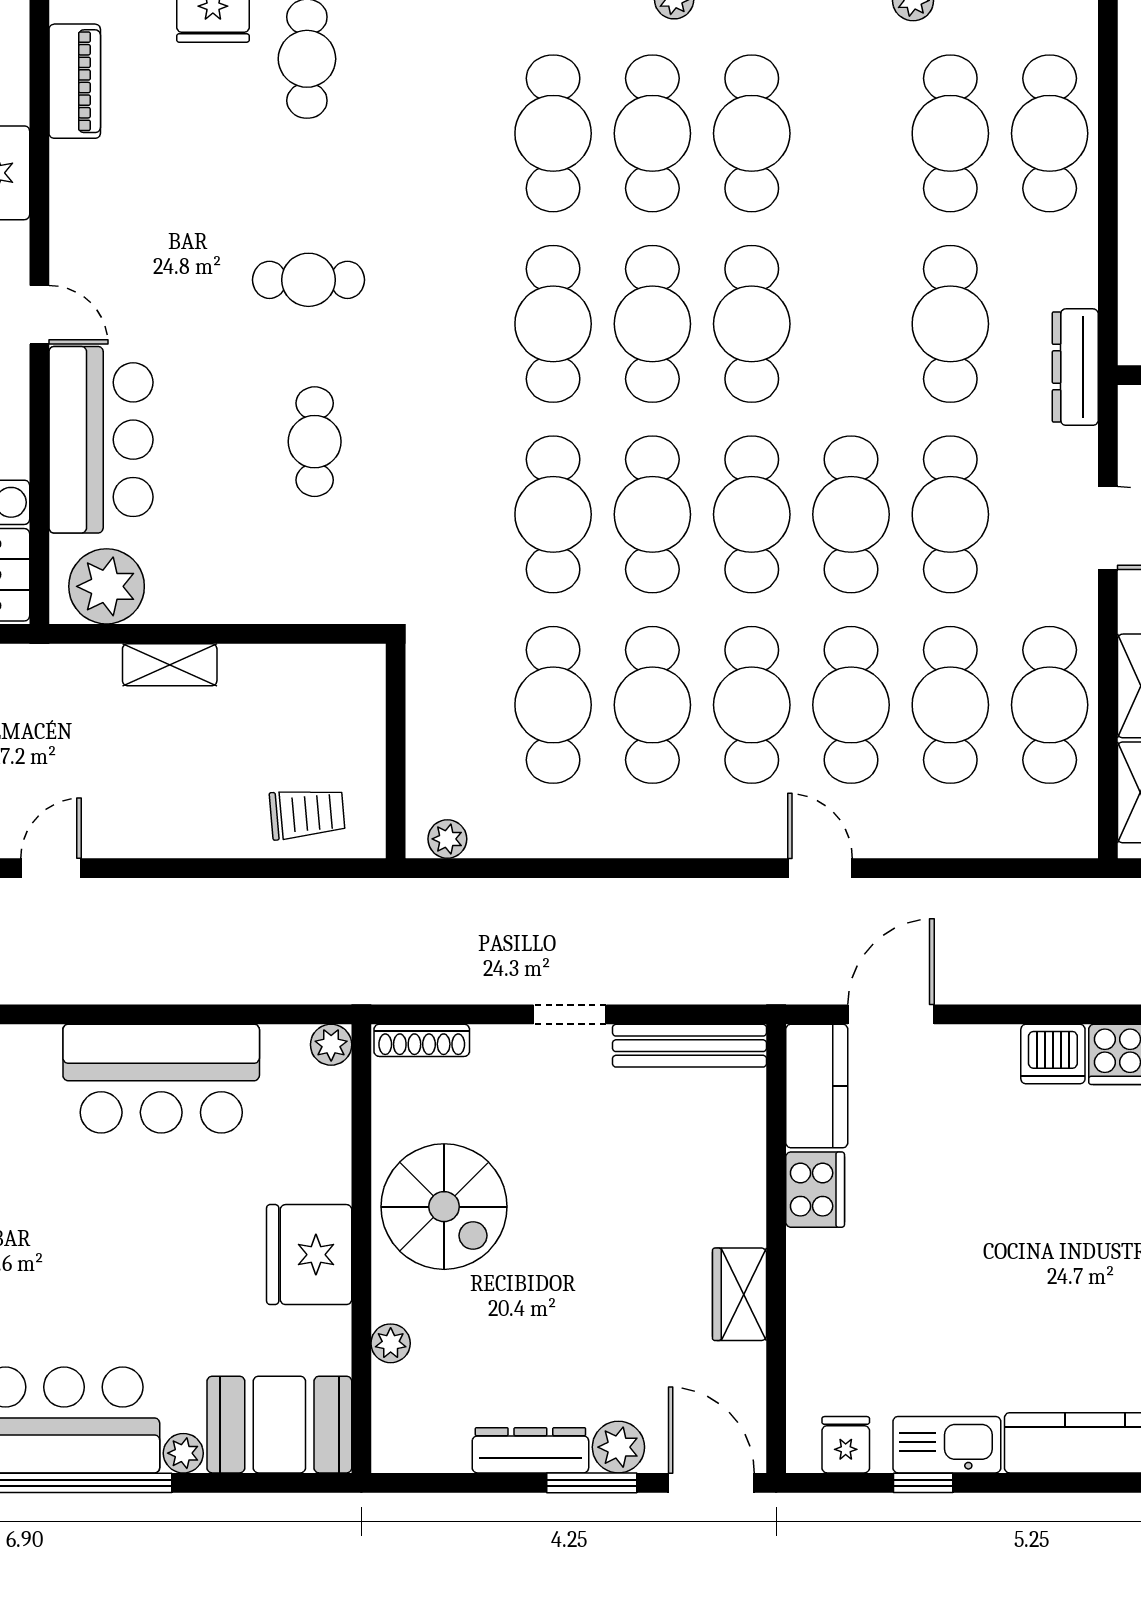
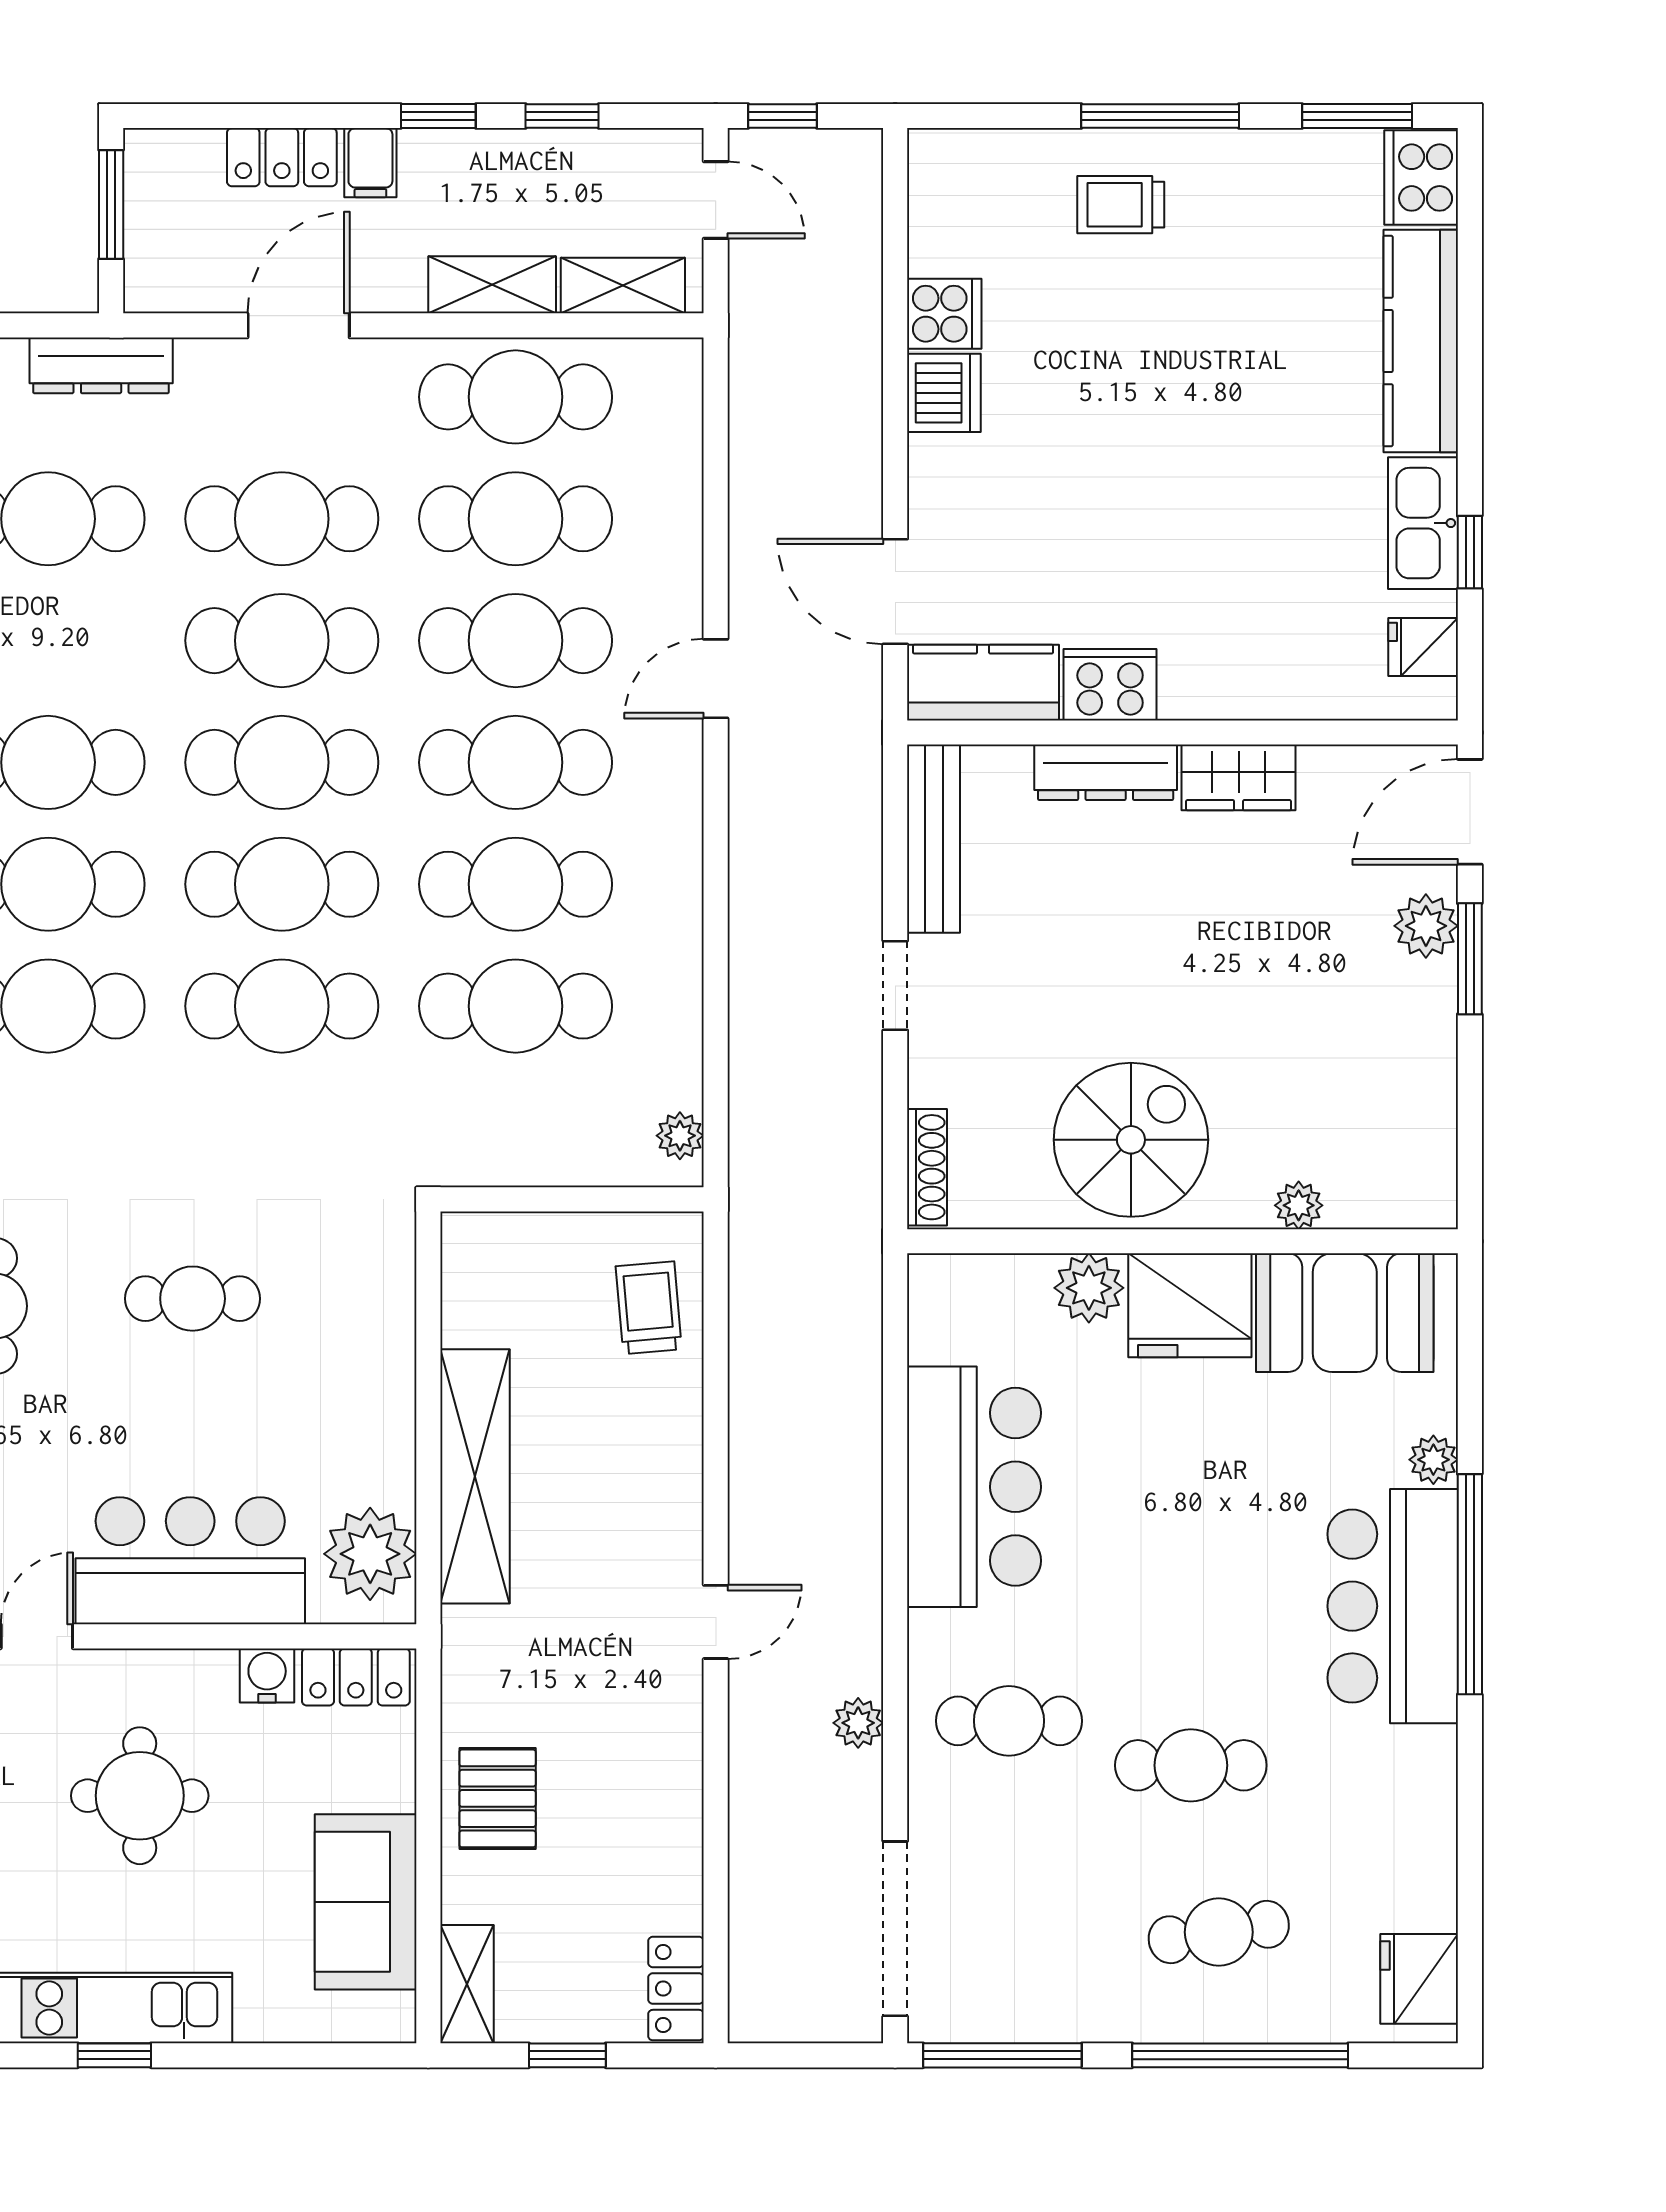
shelving: (170, 665) -> (475, 1476), width x2.20, depth x1.33
door: (51, 868) -> (716, 1622), swing flipped
plant: (331, 1045) -> (1089, 1288), moved, width x1.38, depth x1.38
booth: (279, 1425) -> (1345, 1313), moved, turned 90
dresser: (530, 1450) -> (1106, 772), moved, turned -90

